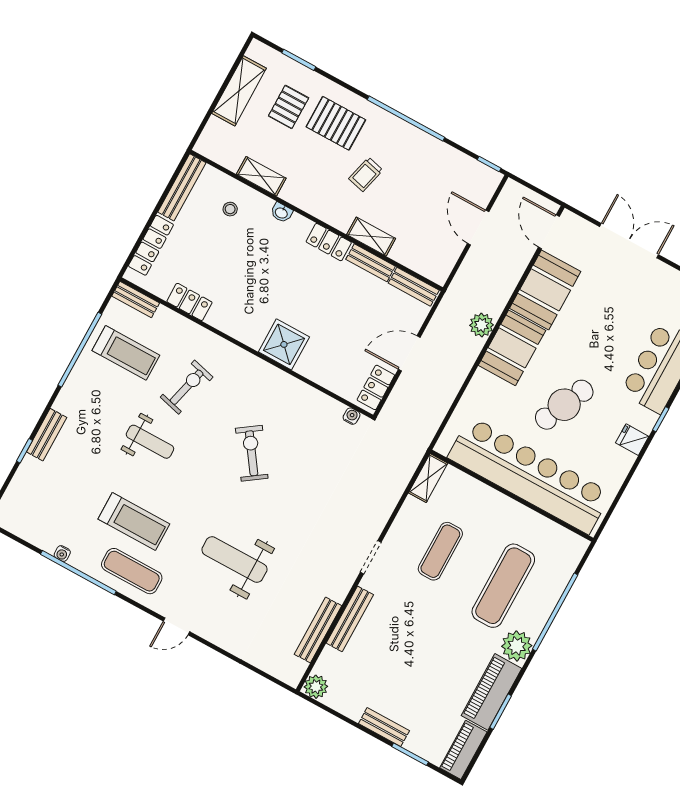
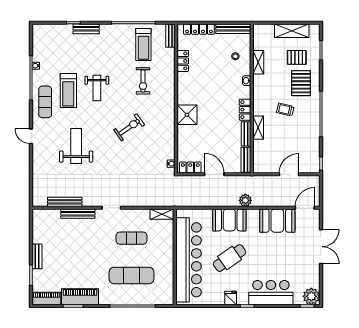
booth: (512, 348) -> (229, 220), moved
exercise bike: (187, 387) -> (143, 81), turned 76
cafe table: (564, 405) -> (230, 258), turned -59
weight bench: (150, 442) -> (97, 88), moved
plant: (517, 646) -> (107, 297), removed
plant: (316, 687) -> (38, 215), removed

